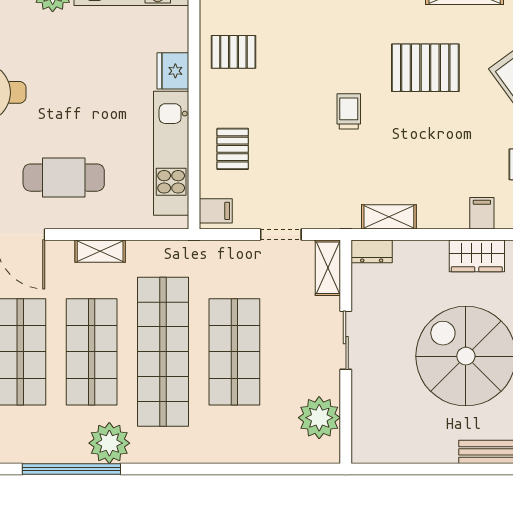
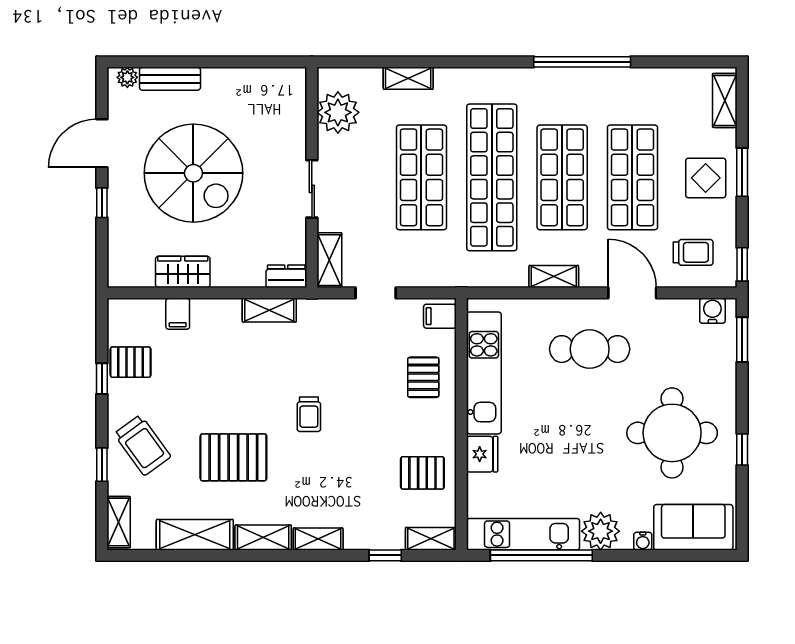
plant: (109, 443) -> (545, 88), removed
shelving: (248, 452) -> (408, 78), added

